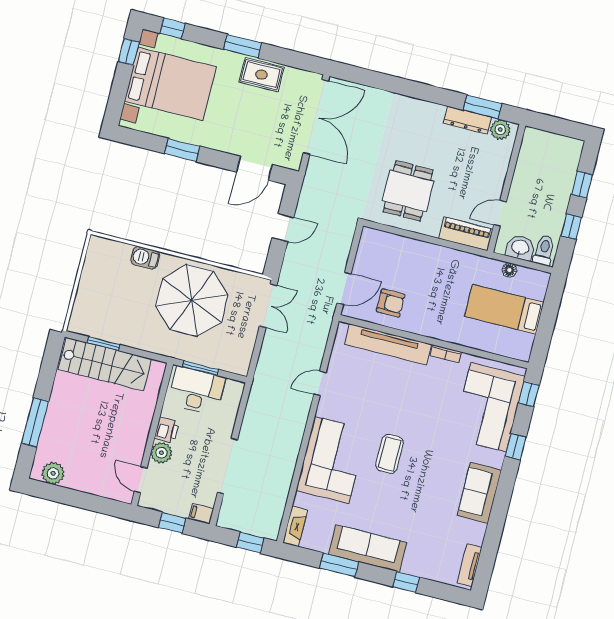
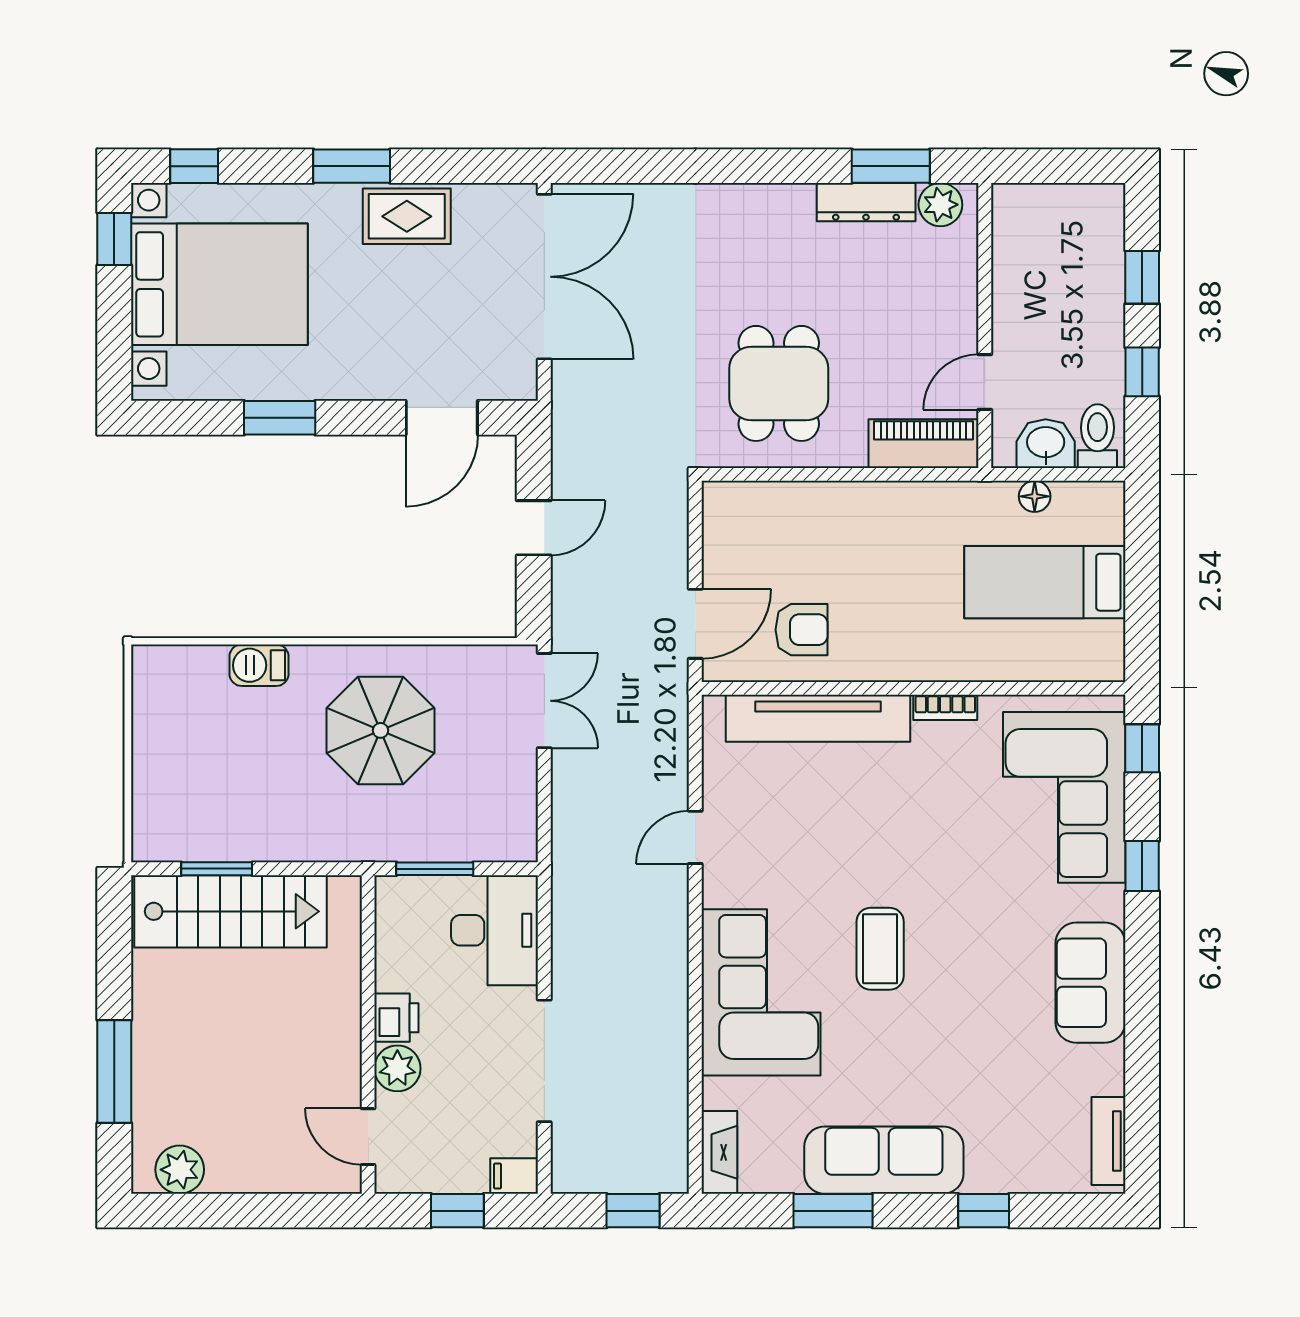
parasol: (192, 300) -> (381, 730), width x0.73, depth x0.73
desk: (197, 391) -> (495, 930), moved, turned 90

